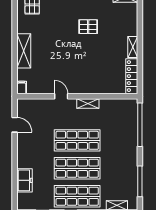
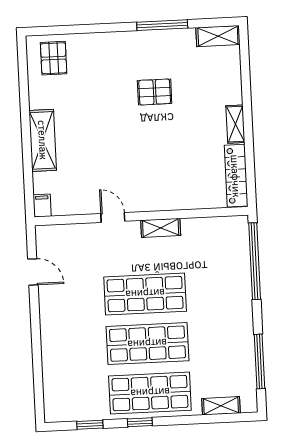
freezer: (24, 180) -> (55, 370), removed

